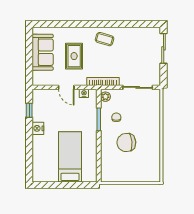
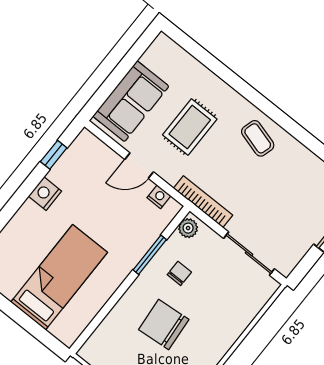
sofa: (43, 52) -> (131, 101), moved
door: (66, 87) -> (139, 166), hinge flipped

